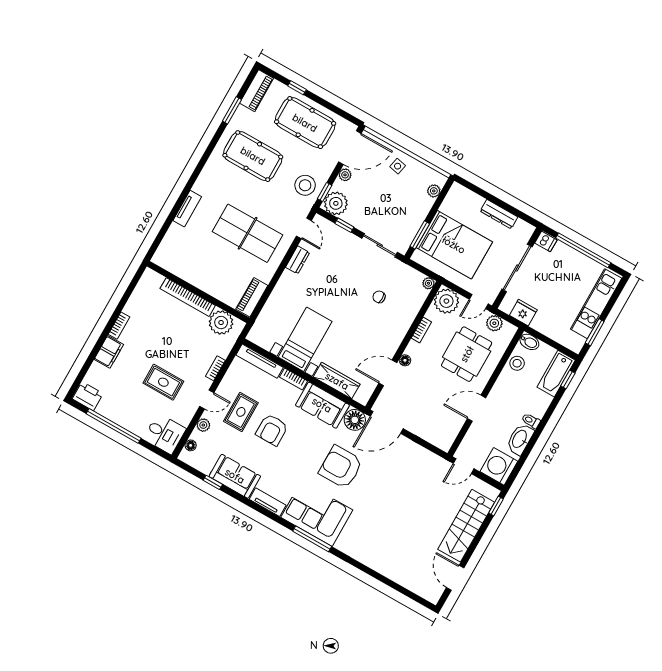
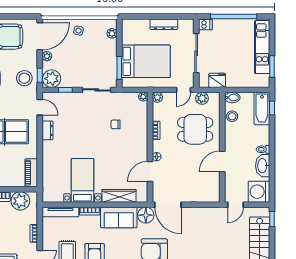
plant: (446, 301) -> (157, 97), width x0.53, depth x0.53
dining table: (467, 354) -> (195, 129), turned 90
door: (387, 422) -> (168, 205), hinge flipped

